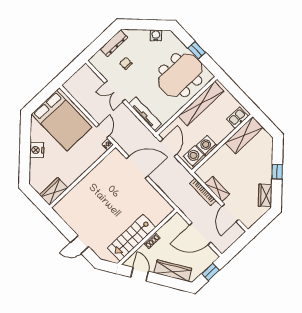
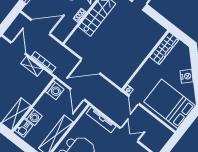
washing machine: (207, 146) -> (33, 117), moved
door: (137, 167) -> (91, 66), moved
wardrobe: (54, 192) -> (164, 48), width x1.50

